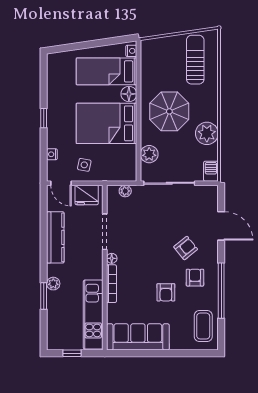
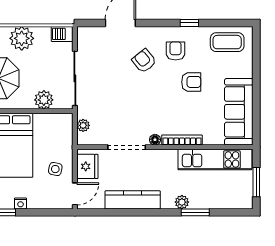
nightstand: (52, 154) -> (20, 203), moved
armchair: (195, 278) -> (176, 51), turned 90
window: (221, 291) -> (189, 23), width x0.32
window: (72, 353) -> (256, 182), width x1.50

